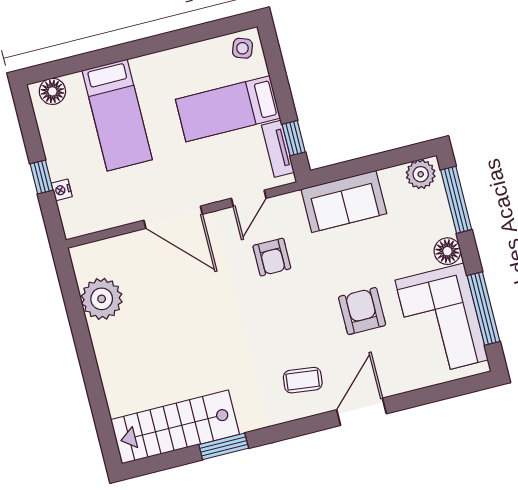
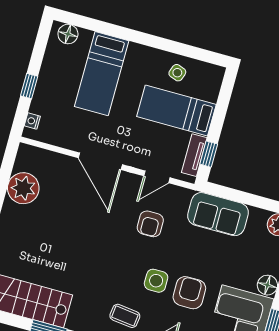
side table: (242, 48) -> (177, 73), moved
nightstand: (62, 190) -> (32, 121), moved
side table: (316, 319) -> (156, 281), added

